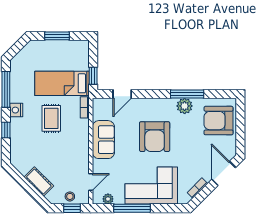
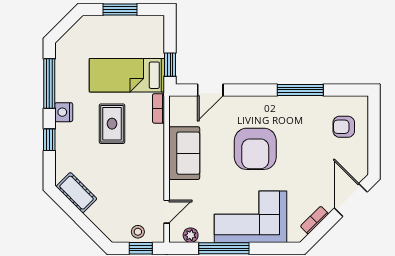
plant: (185, 106) -> (297, 107), removed
armchair: (219, 121) -> (344, 127), width x0.53, depth x0.53
cot: (39, 181) -> (77, 193), moved

